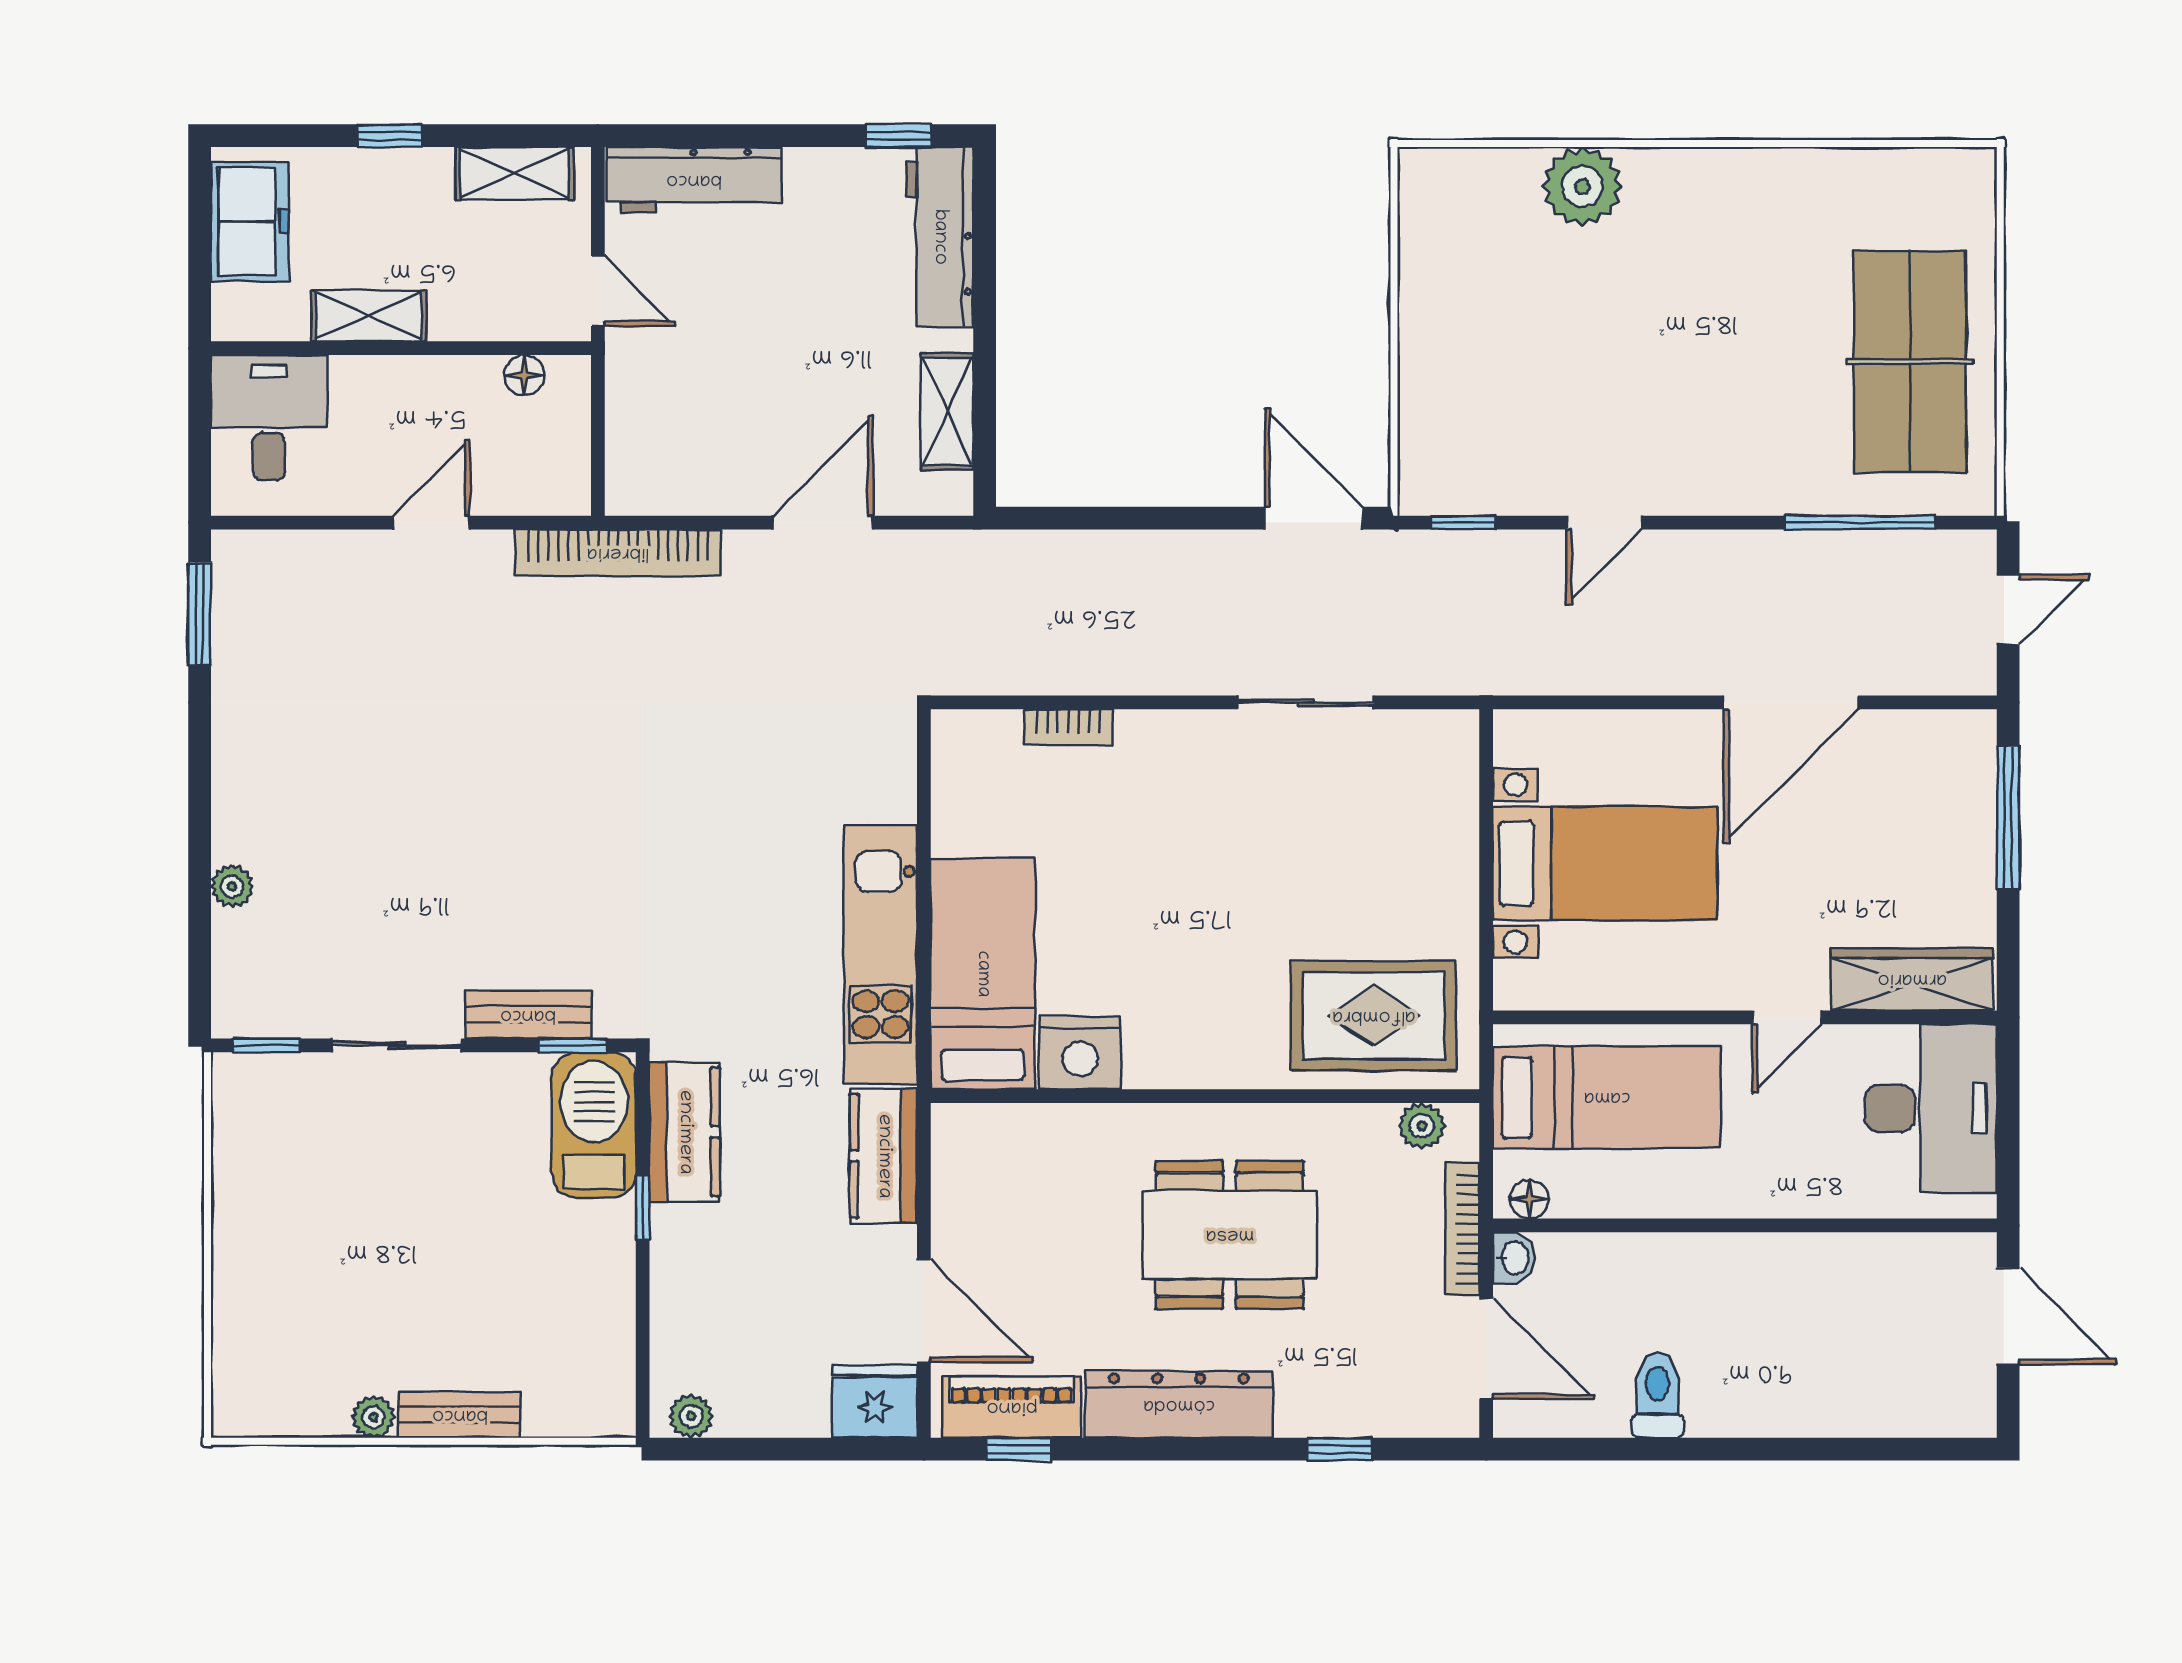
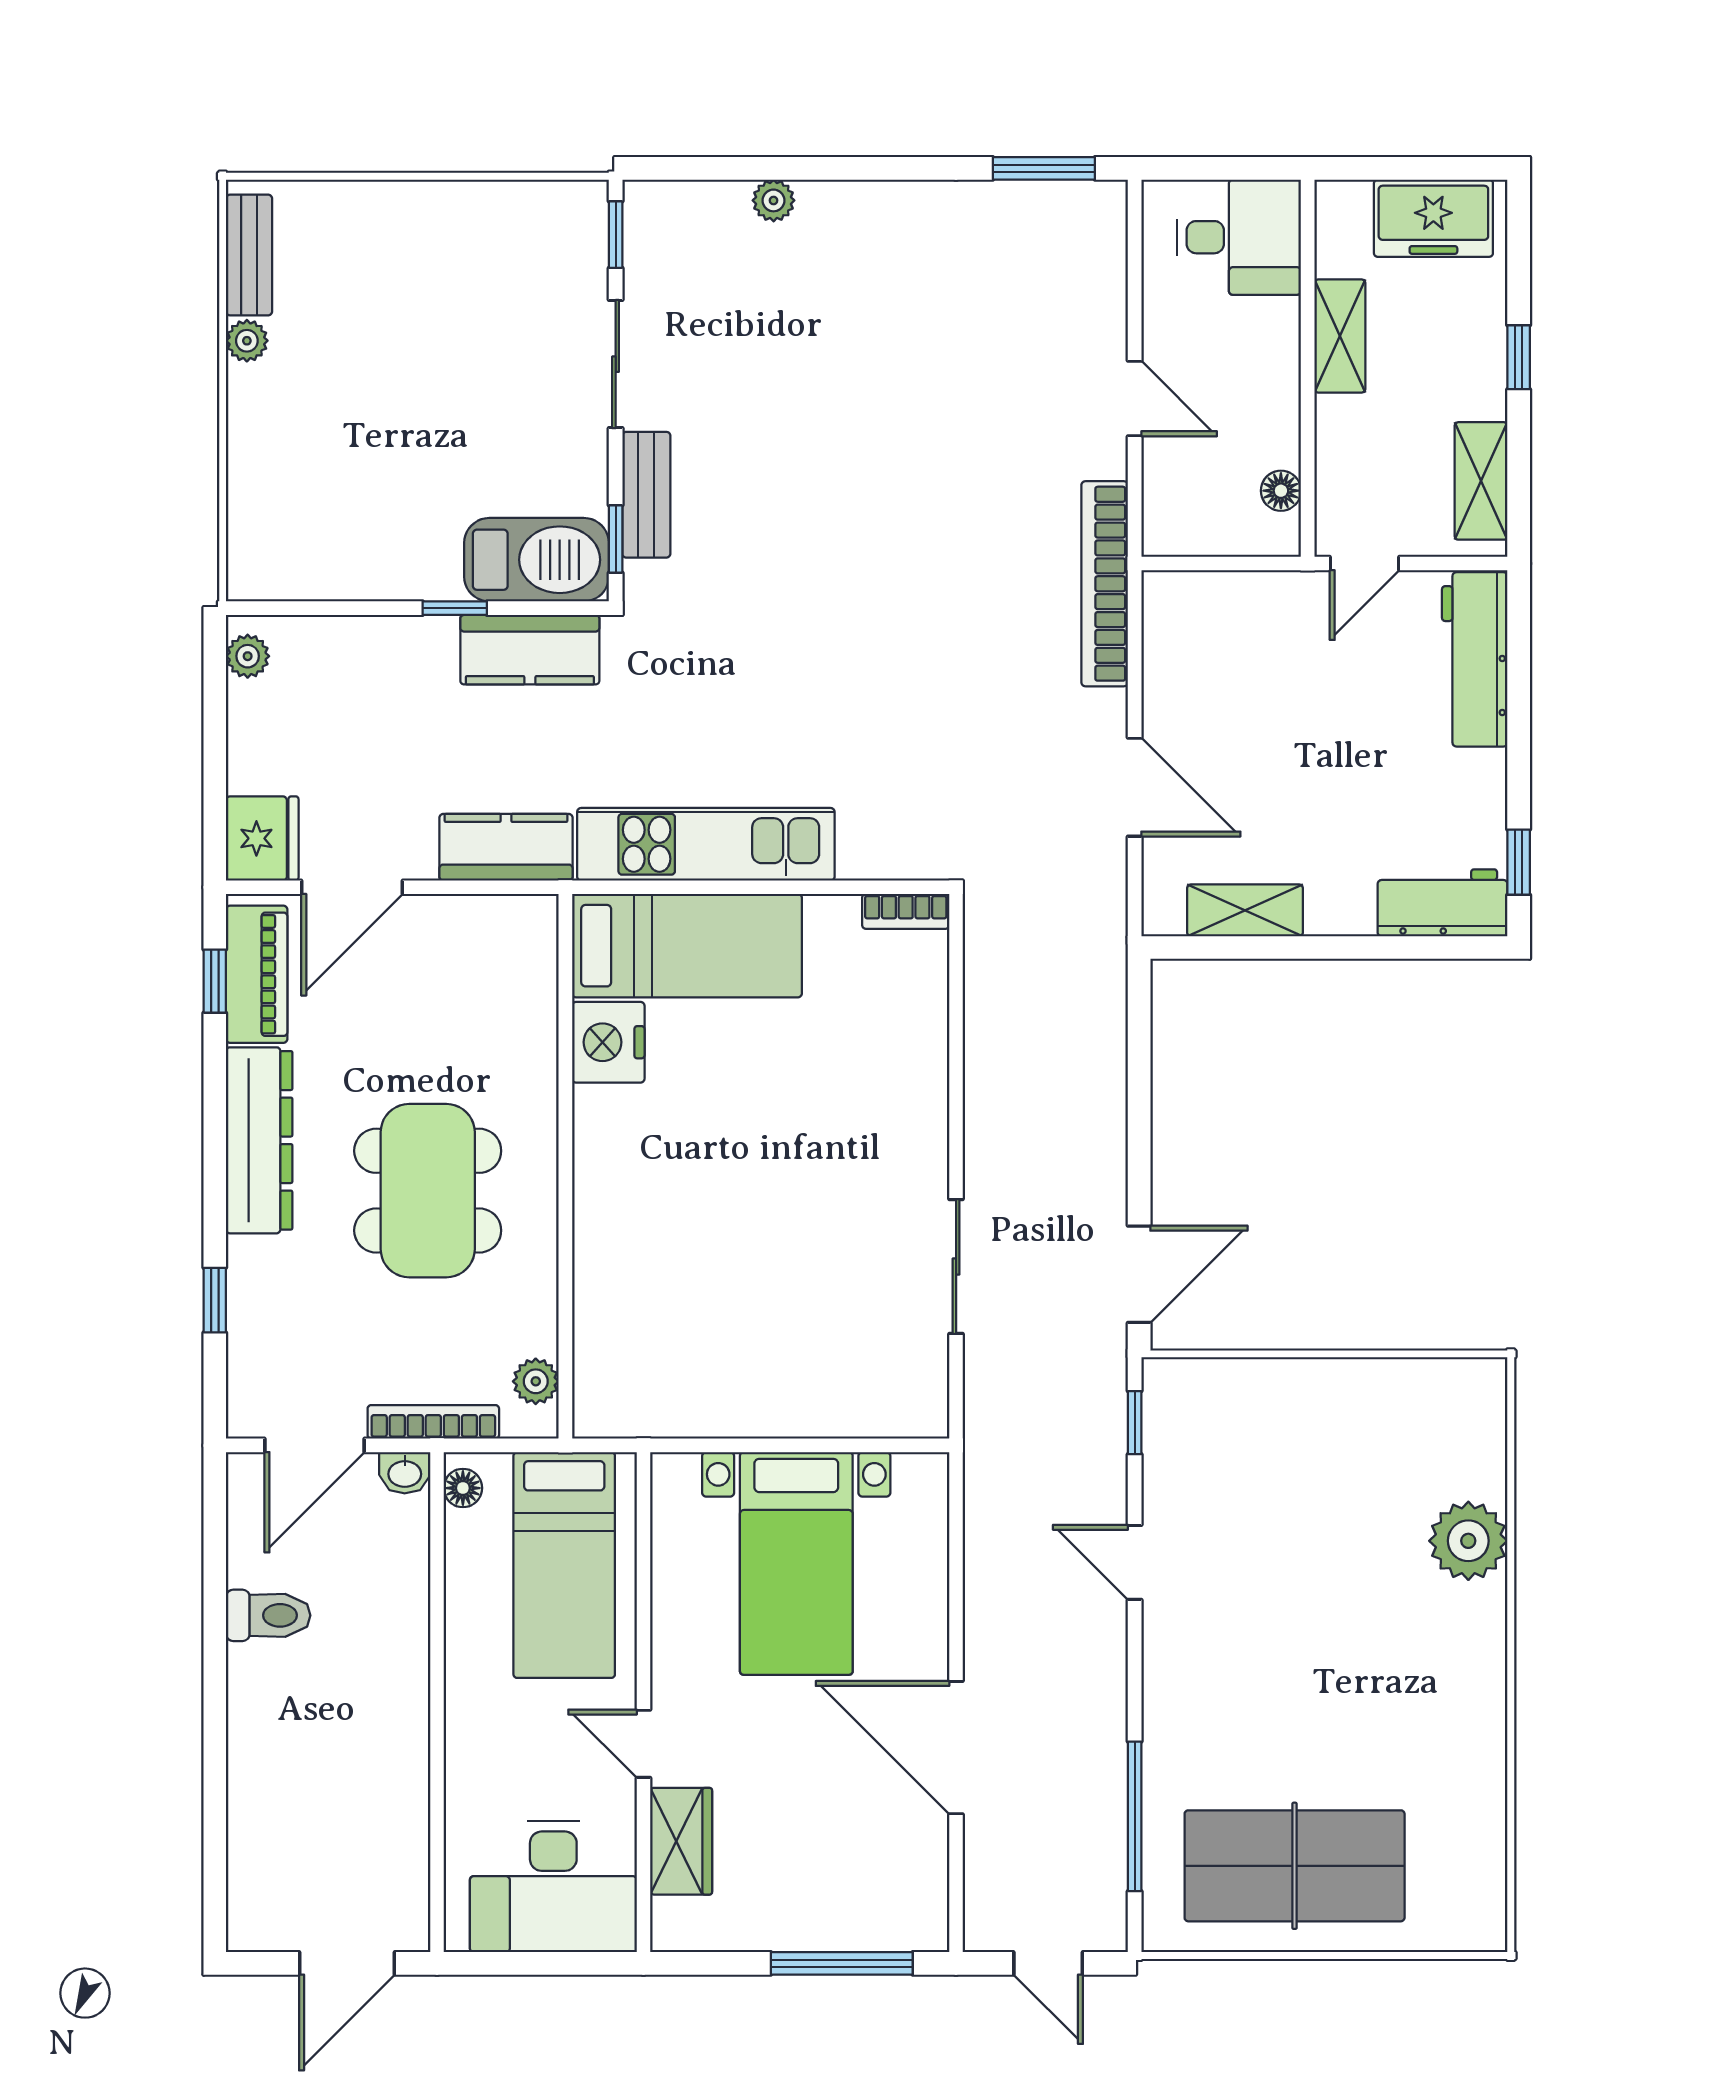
workbench: (940, 237) -> (1443, 903), width x0.73
bookcase: (1068, 727) -> (906, 911), moved, turned -90
wardrobe: (1912, 979) -> (681, 1841), width x0.67
rug: (1374, 1016) -> (645, 1334), removed
bench: (460, 1415) -> (249, 255), moved

